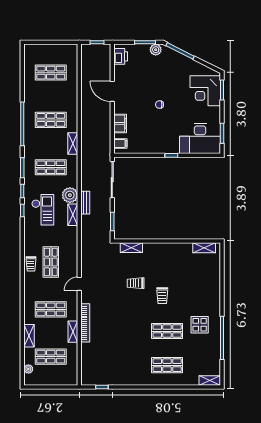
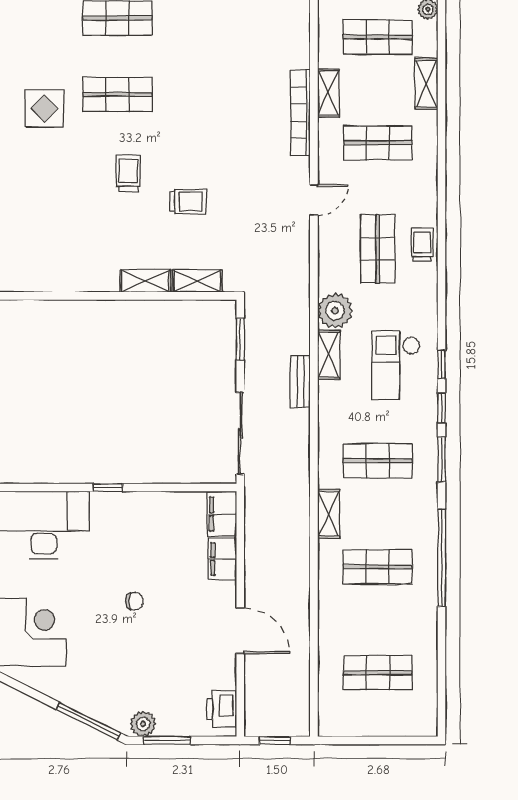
filing cabinet: (120, 143) -> (222, 514), width x2.00
plant: (70, 195) -> (335, 311), moved
shelving: (204, 248) -> (145, 281), moved

